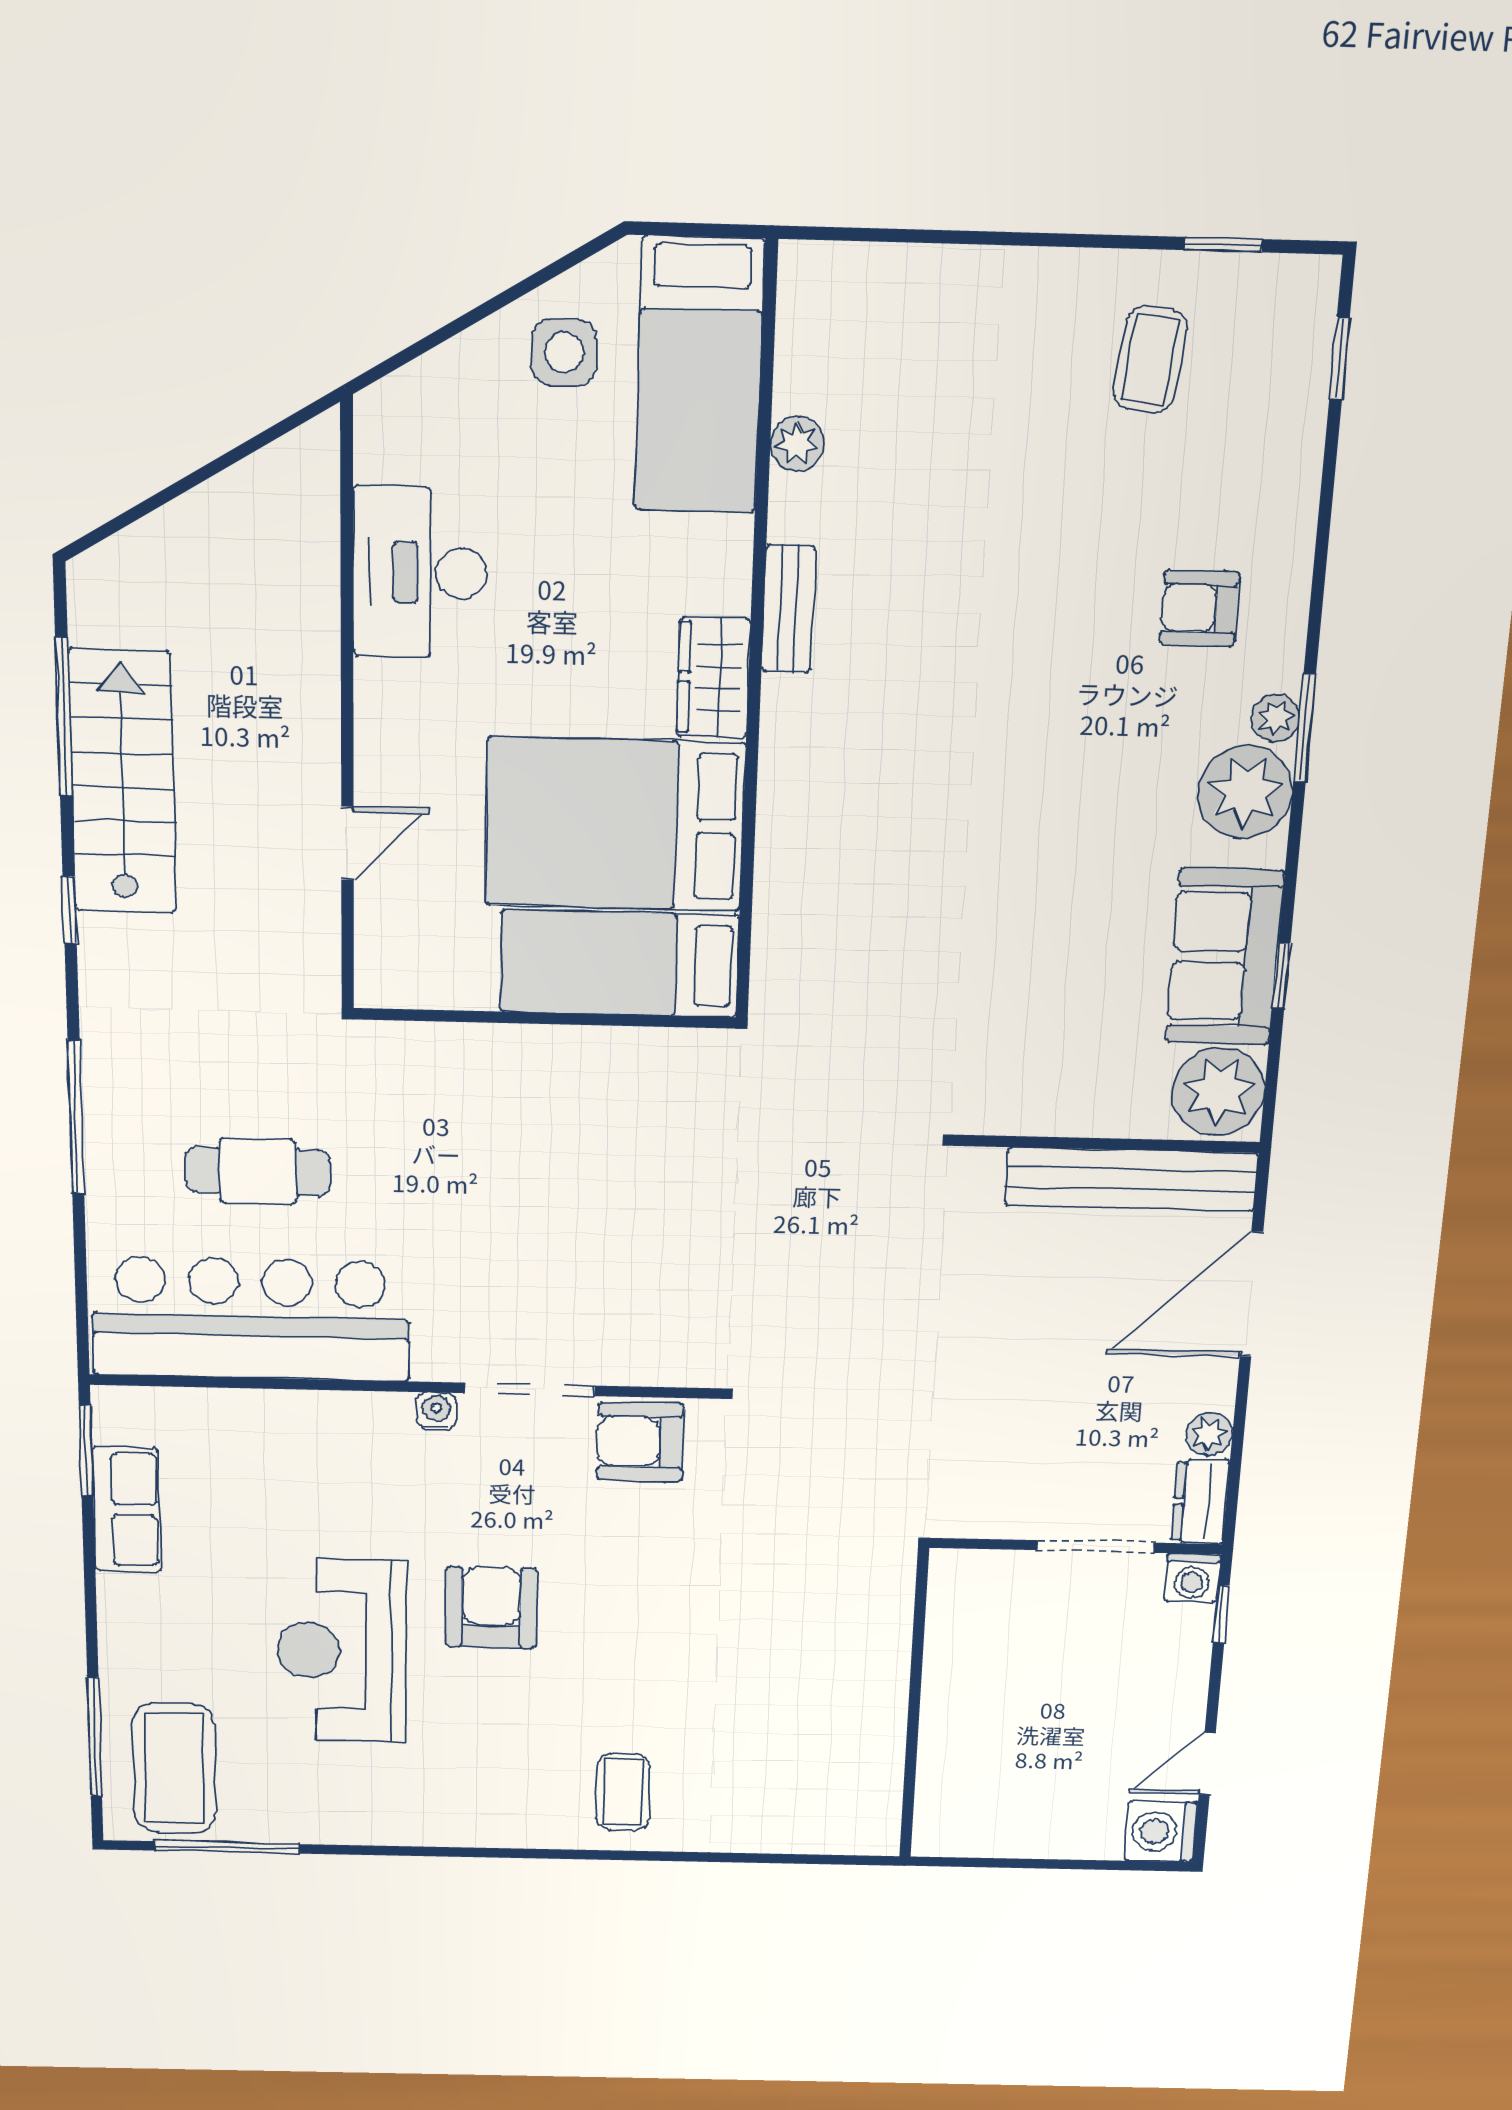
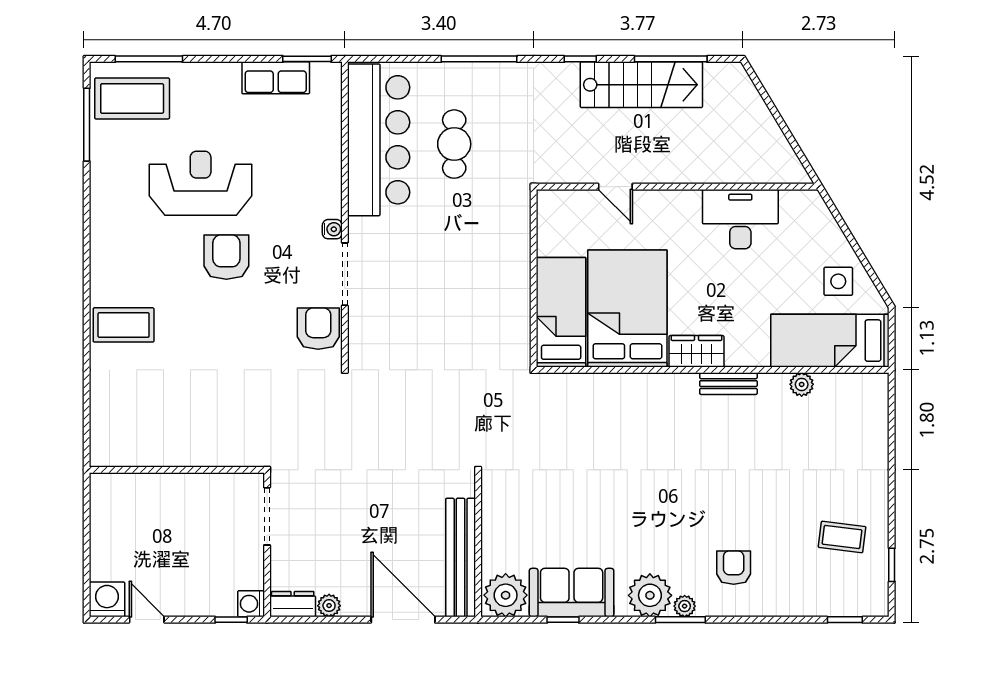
doorway: (1096, 1546) -> (267, 516), moved
armchair: (491, 1607) -> (226, 257), turned -90
coffee table: (623, 1792) -> (124, 325), width x1.36, depth x1.30

